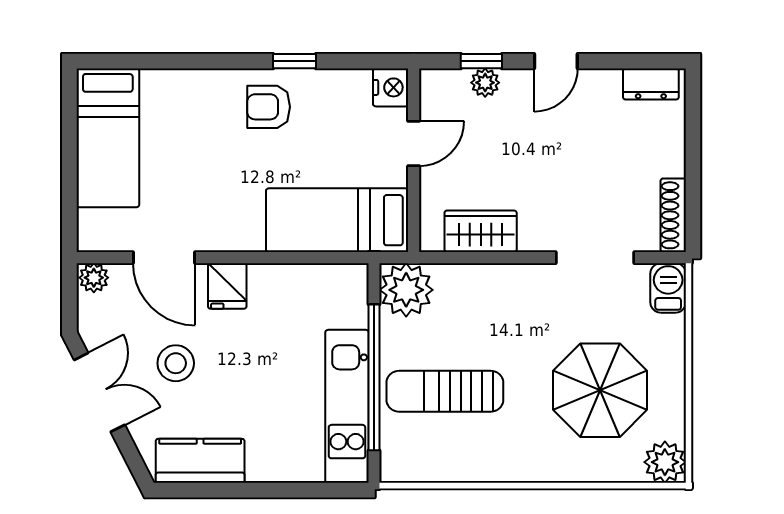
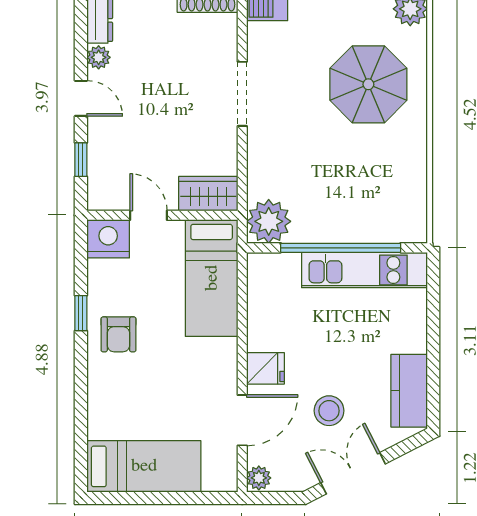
plant: (485, 83) -> (99, 57), moved
nightstand: (391, 87) -> (108, 239), width x1.36, depth x1.33
wardrobe: (481, 231) -> (208, 194), moved, turned 90
doorway: (595, 258) -> (242, 94), moved
parasol: (600, 390) -> (368, 84), moved
sun lounger: (445, 391) -> (352, 190), removed

